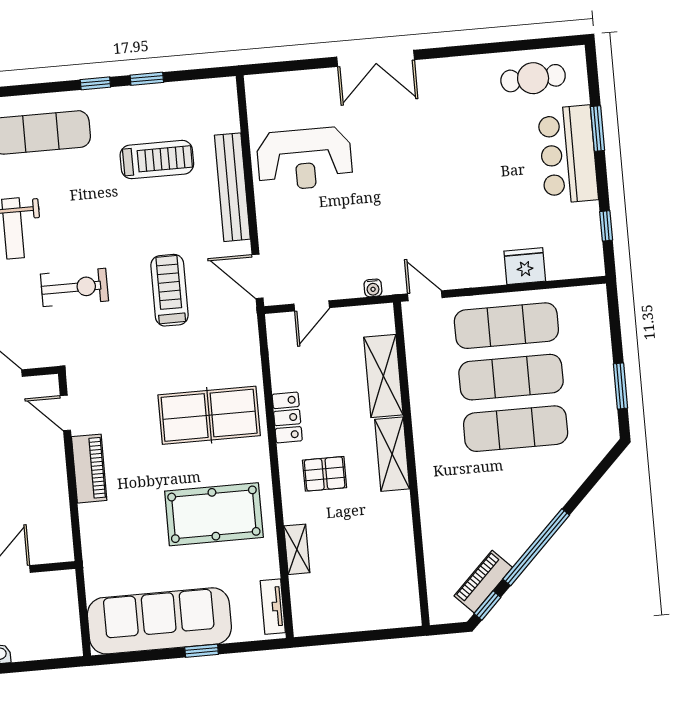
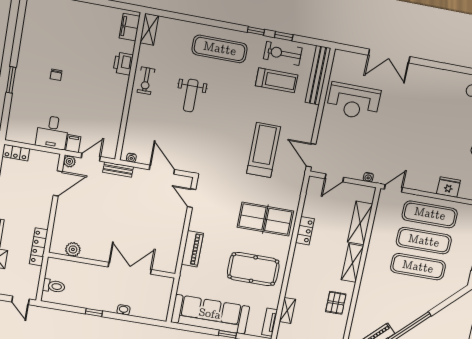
double door: (376, 58) -> (389, 56), moved
bench: (232, 187) -> (318, 75), moved
exercise bike: (74, 287) -> (283, 53), moved, turned 180
treadmill: (170, 290) -> (264, 150), width x1.37, depth x1.38
door: (425, 296) -> (393, 188), hinge flipped
piano: (89, 469) -> (192, 249), moved
pallet: (325, 474) -> (336, 303), moved, turned 90
shelving: (297, 549) -> (287, 310), moved

